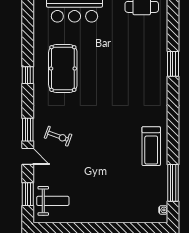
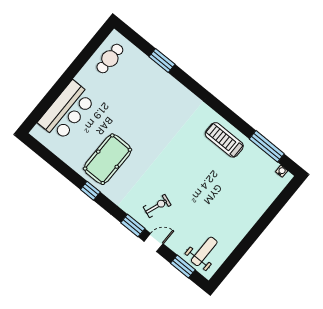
window: (173, 64) -> (162, 61), moved
pool table: (63, 69) -> (108, 159), turned 90
treadmill: (151, 146) -> (224, 140), turned 180

